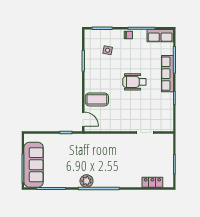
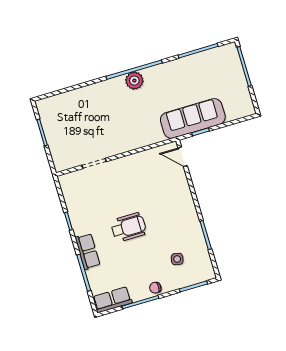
row of seats: (167, 74) -> (88, 251), width x0.68
coffee table: (97, 99) -> (172, 189), removed
sofa: (34, 165) -> (193, 118), moved, turned 90
plant: (87, 181) -> (134, 81), moved
locker: (152, 182) -> (64, 99), removed

